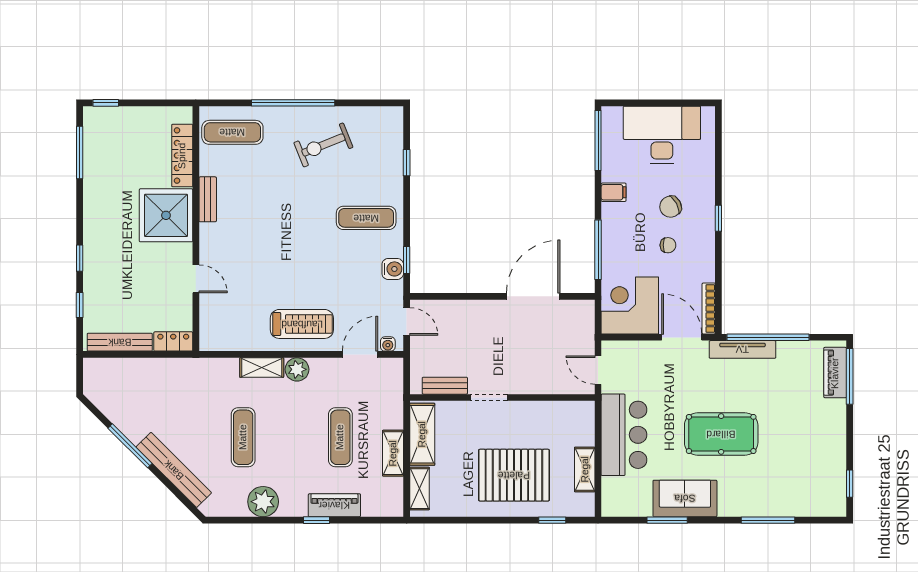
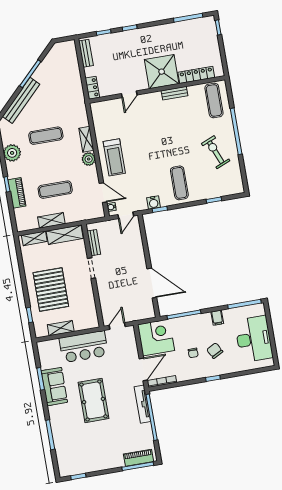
bench: (120, 342) -> (86, 53), width x0.73

